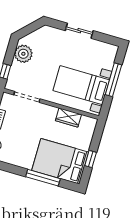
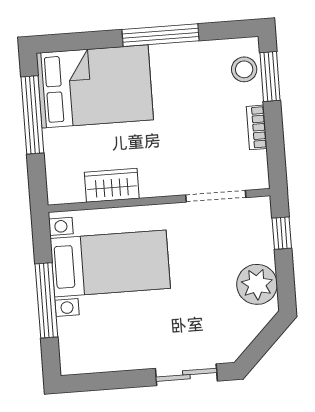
sliding door: (79, 31) -> (186, 375), moved
window: (91, 159) -> (32, 115), width x2.17
window: (43, 178) -> (160, 35), moved

